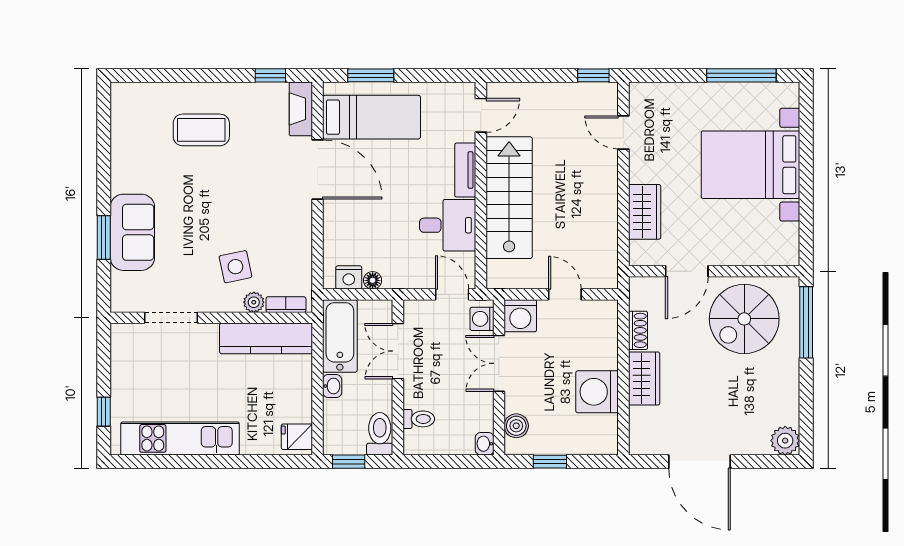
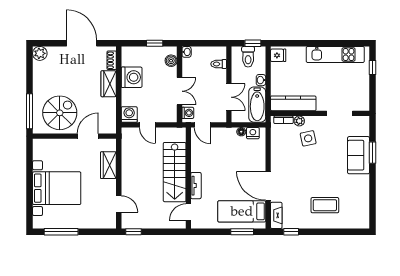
desk: (448, 225) -> (205, 159), removed
washing machine: (520, 316) -> (129, 114), moved
shoe rack: (638, 330) -> (112, 60), moved
toilet: (380, 434) -> (248, 57), moved

